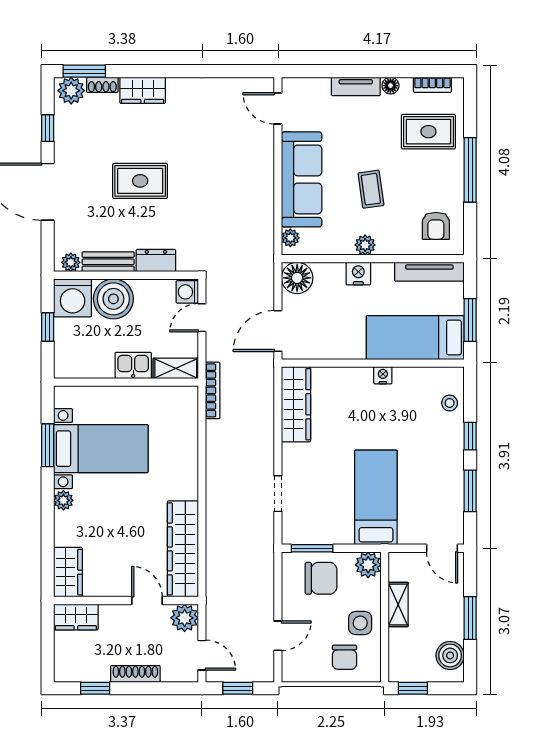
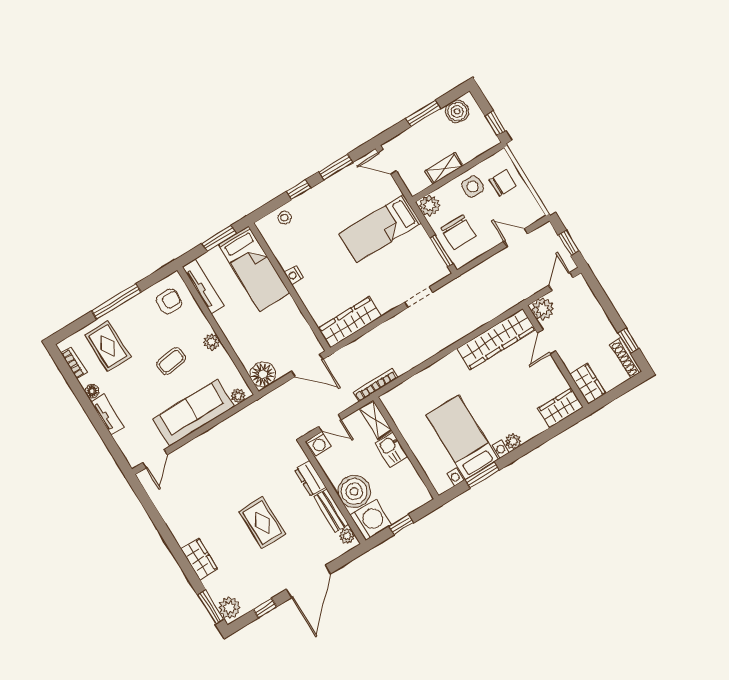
shoe rack: (102, 85) -> (212, 589), removed
nightstand: (358, 274) -> (234, 334), removed
door: (442, 548) -> (387, 162), swing flipped
chair: (321, 578) -> (458, 232), turned 180
shoe rack: (135, 674) -> (626, 358), moved

